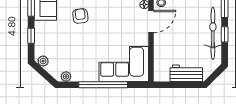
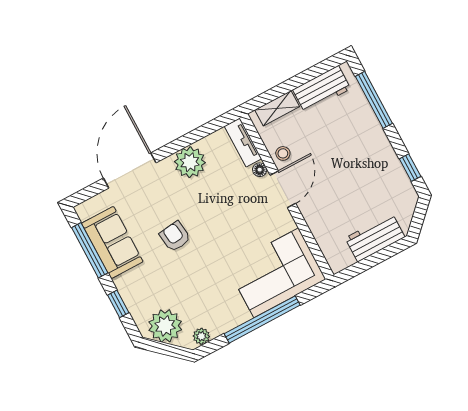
bicycle: (213, 33) -> (383, 158), removed
window: (225, 34) -> (410, 168), moved
plant: (43, 61) -> (165, 326), width x1.88, depth x1.88

